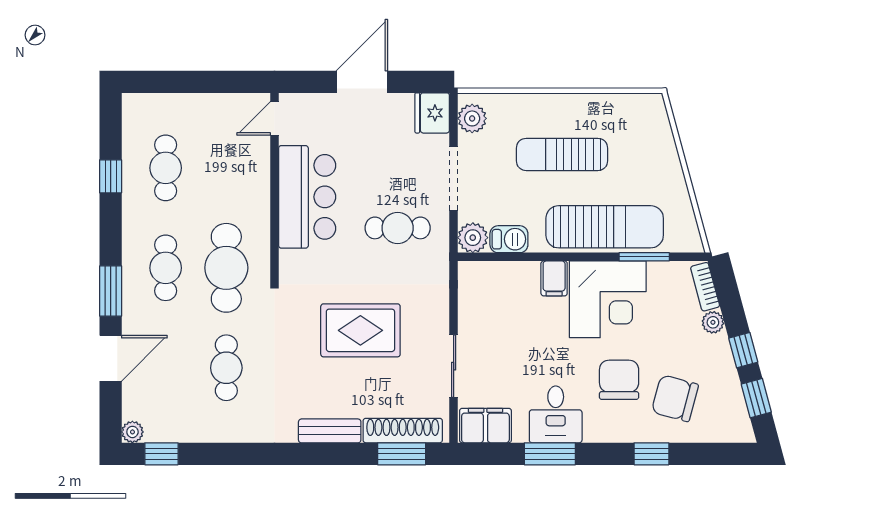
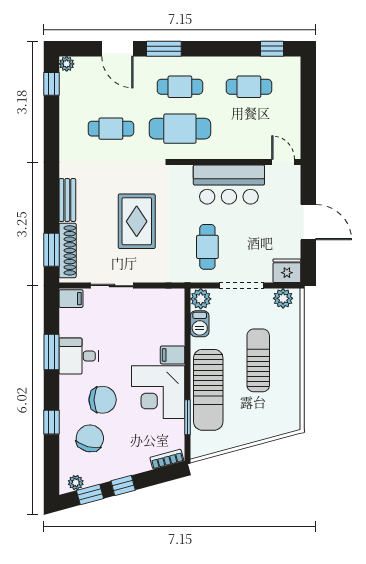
window: (111, 176) -> (272, 49), moved
plant: (713, 322) -> (76, 483), moved
filing cabinet: (485, 426) -> (71, 299), width x0.50

